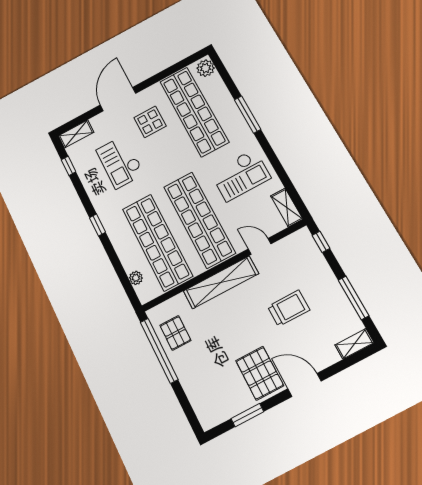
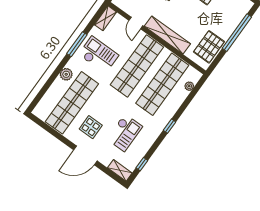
plant: (206, 68) -> (66, 74), moved
window: (248, 115) -> (77, 44), moved
pallet: (175, 333) -> (209, 47), width x1.50, depth x1.42
window: (159, 351) -> (237, 33), moved

